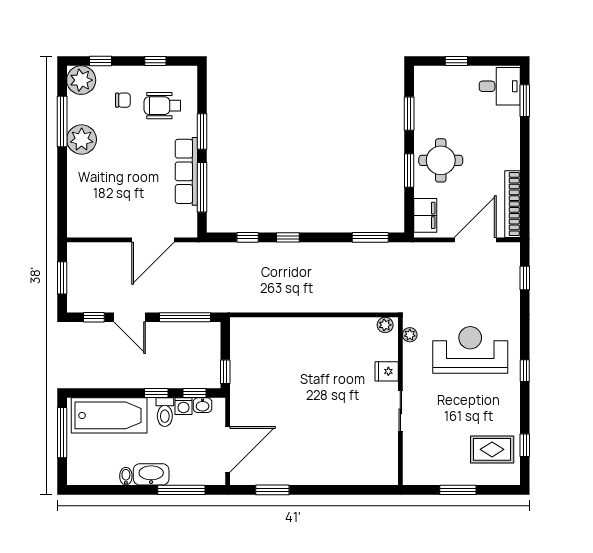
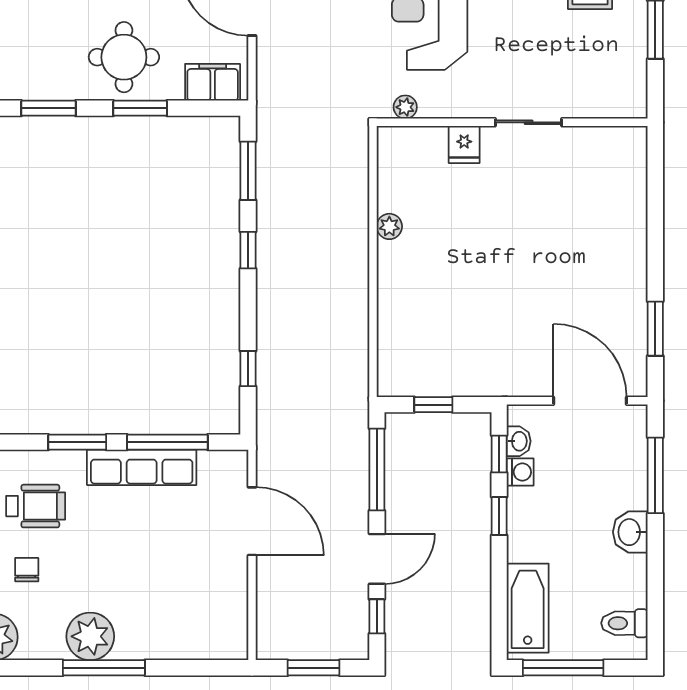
wheelchair: (162, 106) -> (36, 506), turned -90
window: (62, 121) -> (104, 668), moved
window: (288, 237) -> (248, 250), moved
plant: (385, 325) -> (389, 226), moved
window: (225, 372) -> (433, 405), moved
toilet: (165, 412) -> (624, 623), moved, turned 180
bathtub: (109, 415) -> (528, 608), width x0.73, depth x0.73
washbasin: (151, 474) -> (630, 532), width x0.72
bidet: (126, 476) -> (633, 565), removed

